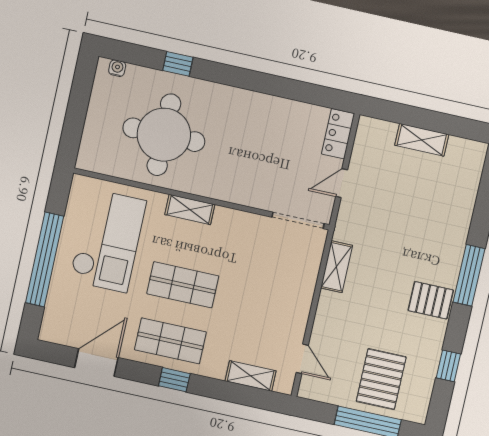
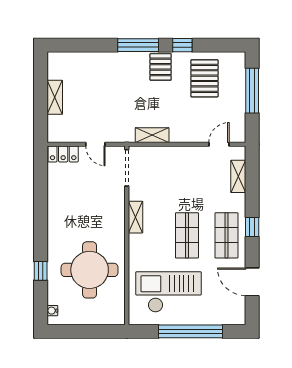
shelving: (190, 210) -> (136, 217), moved
window: (448, 366) -> (182, 45), moved
pallet: (381, 379) -> (204, 78), moved, turned 90

